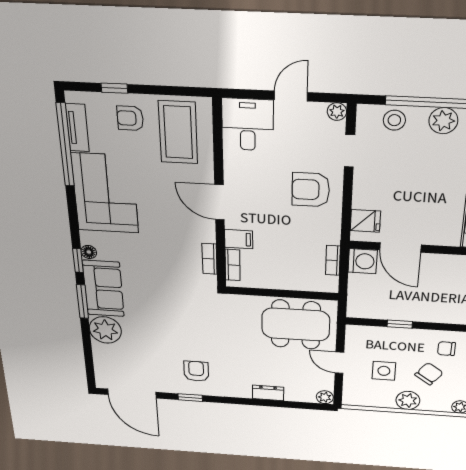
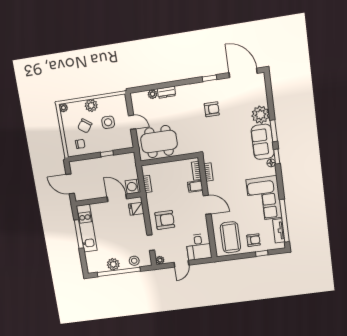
armchair: (196, 371) -> (212, 109), moved, turned -90
plant: (325, 397) -> (153, 94), moved

